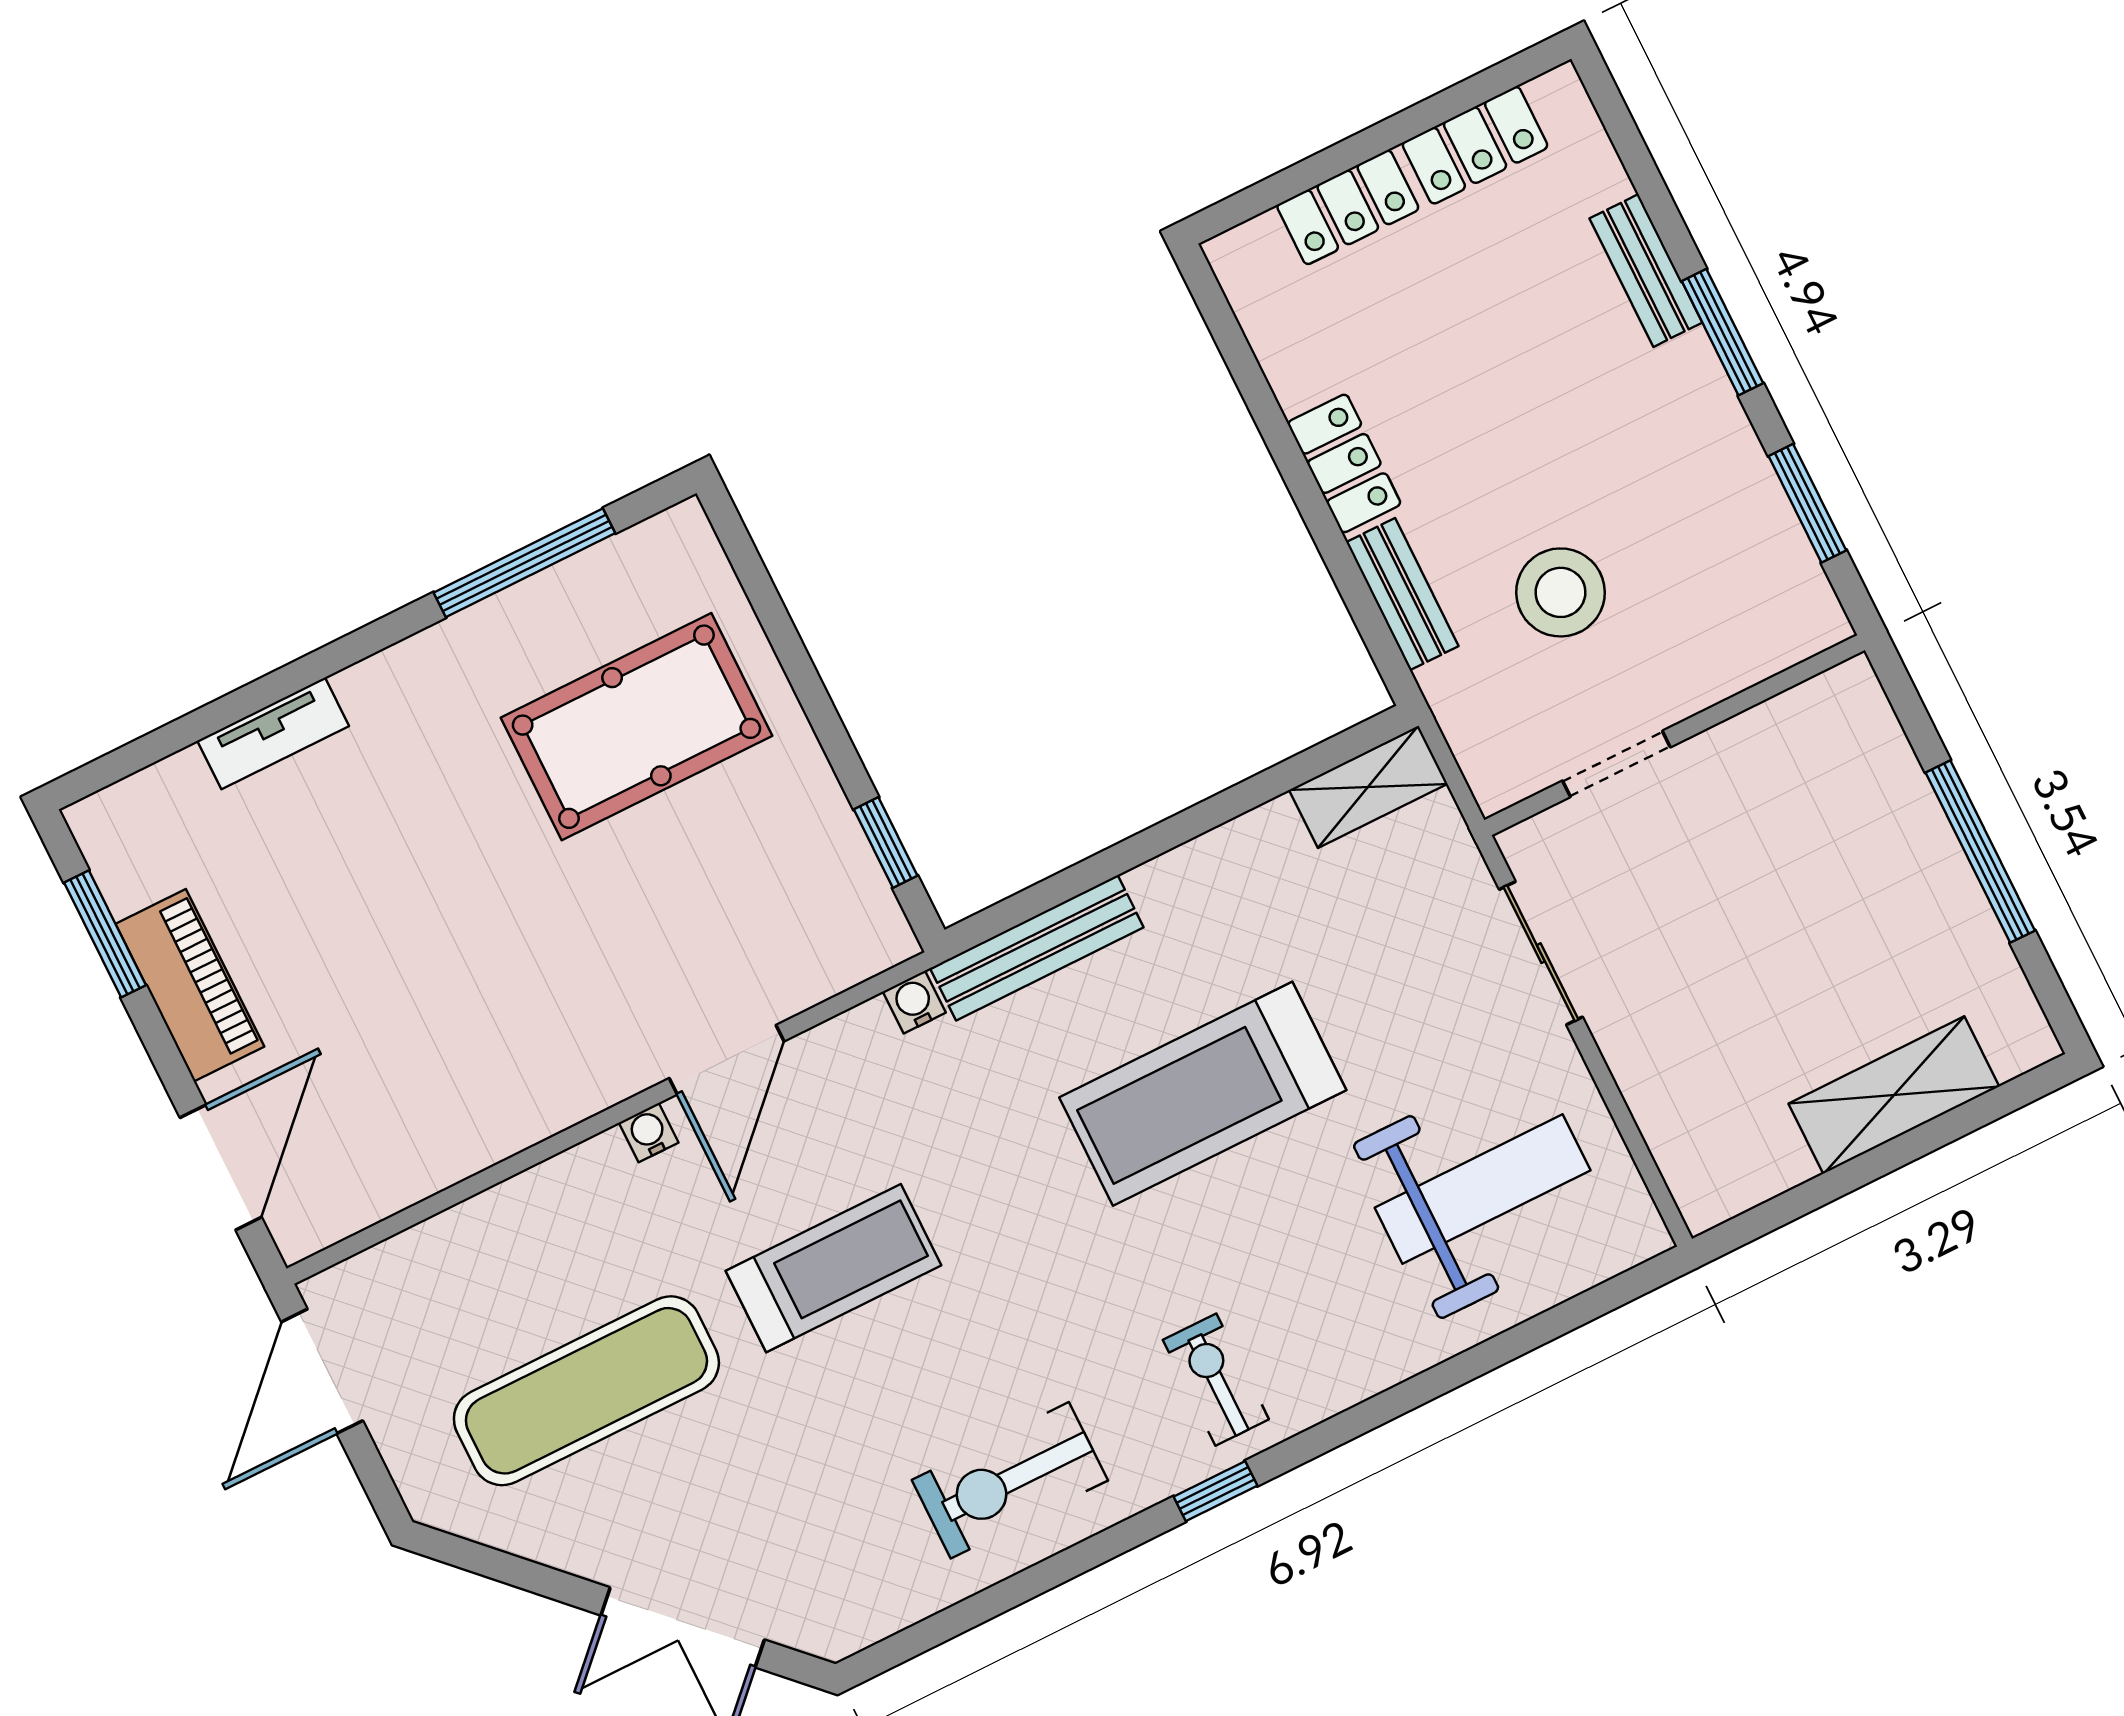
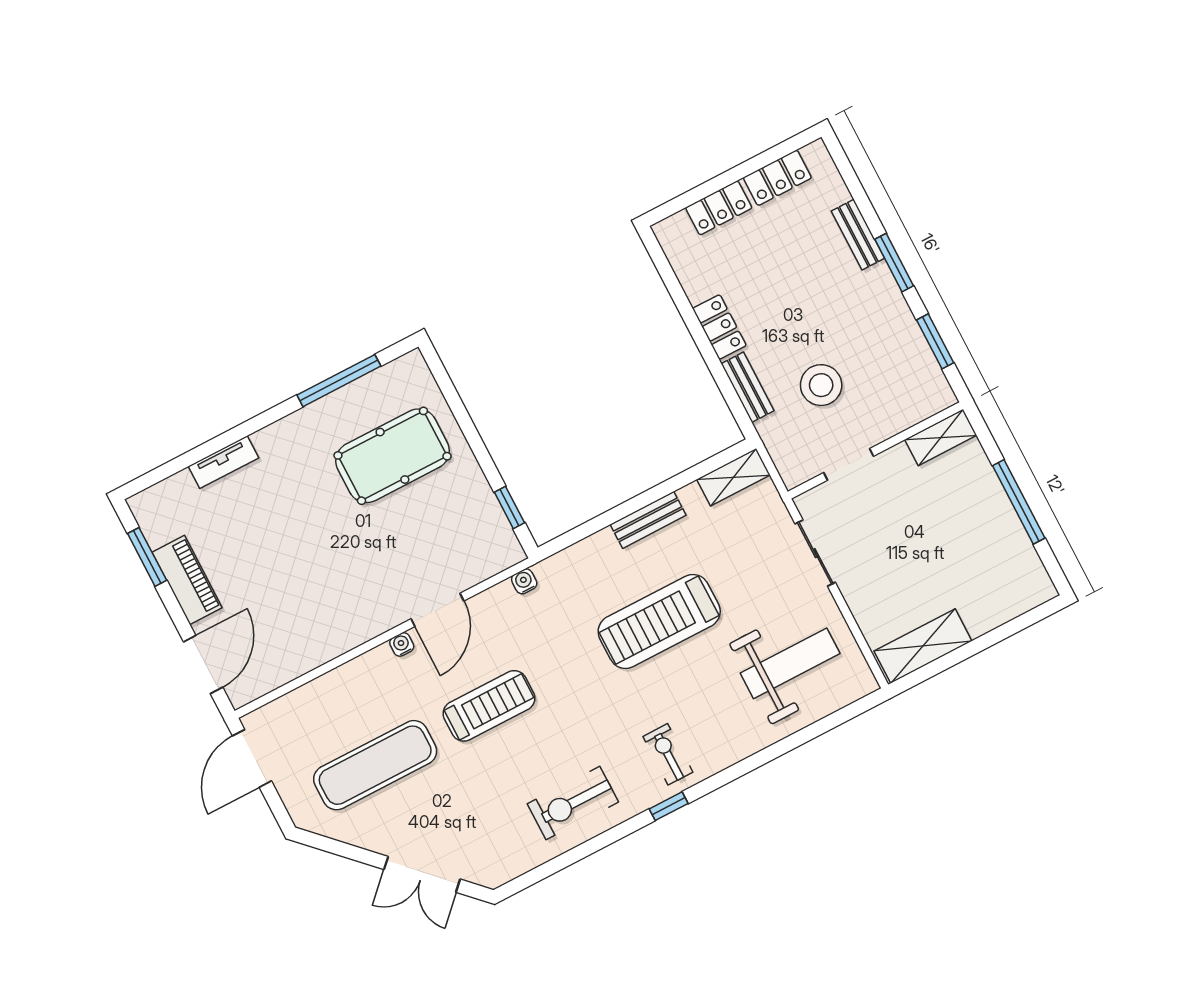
shelving: (1815, 710) -> (941, 438), added
bench: (1037, 948) -> (648, 520), moved, width x0.73
shelving: (1894, 1095) -> (923, 646), moved

